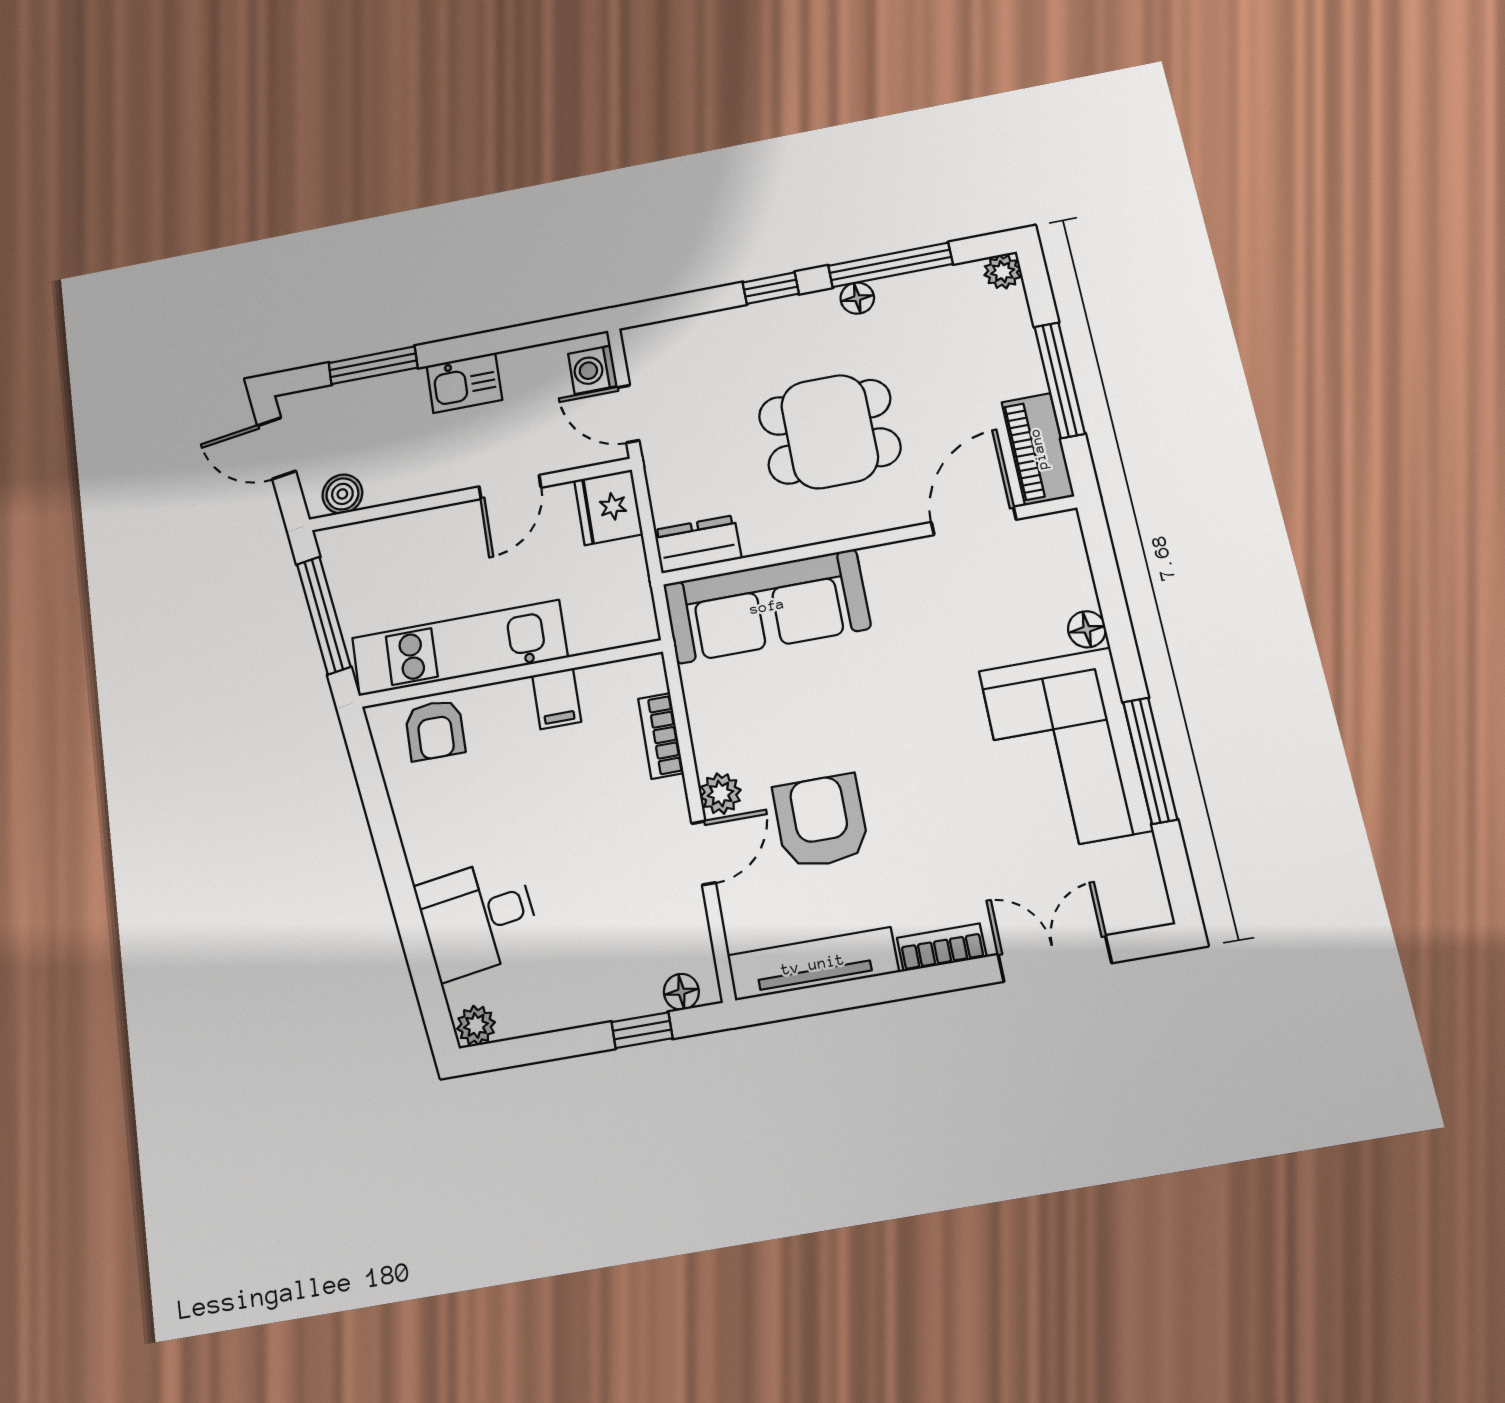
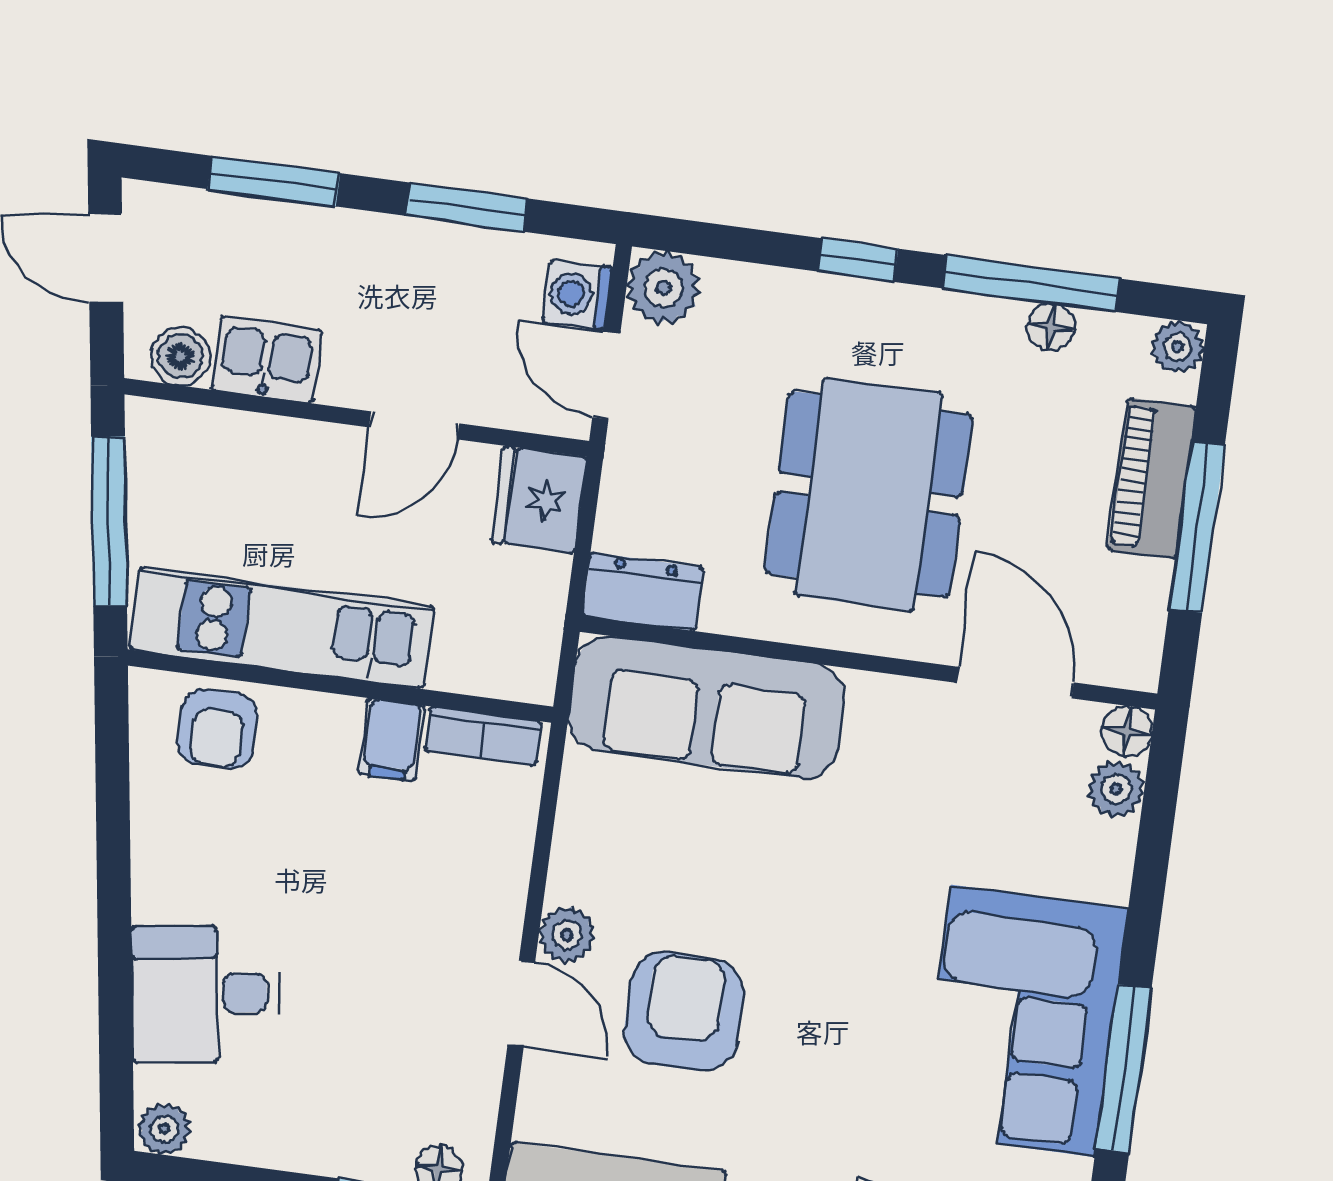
floor lamp: (857, 298) -> (1051, 327), moved
window: (503, 340) -> (467, 207), added
plant: (648, 347) -> (663, 288), added
kitchen sink: (464, 383) -> (266, 360), moved, turned 180
dining table: (830, 432) -> (869, 494), width x1.38
piano: (1038, 449) -> (1152, 478), moved
door: (974, 521) -> (1015, 683), hinge flipped
plant: (1070, 569) -> (1116, 789), added
floor lamp: (1087, 629) -> (1127, 731), moved
bookcase: (661, 736) -> (483, 736), moved, turned -90
door: (704, 853) -> (521, 1004), hinge flipped

